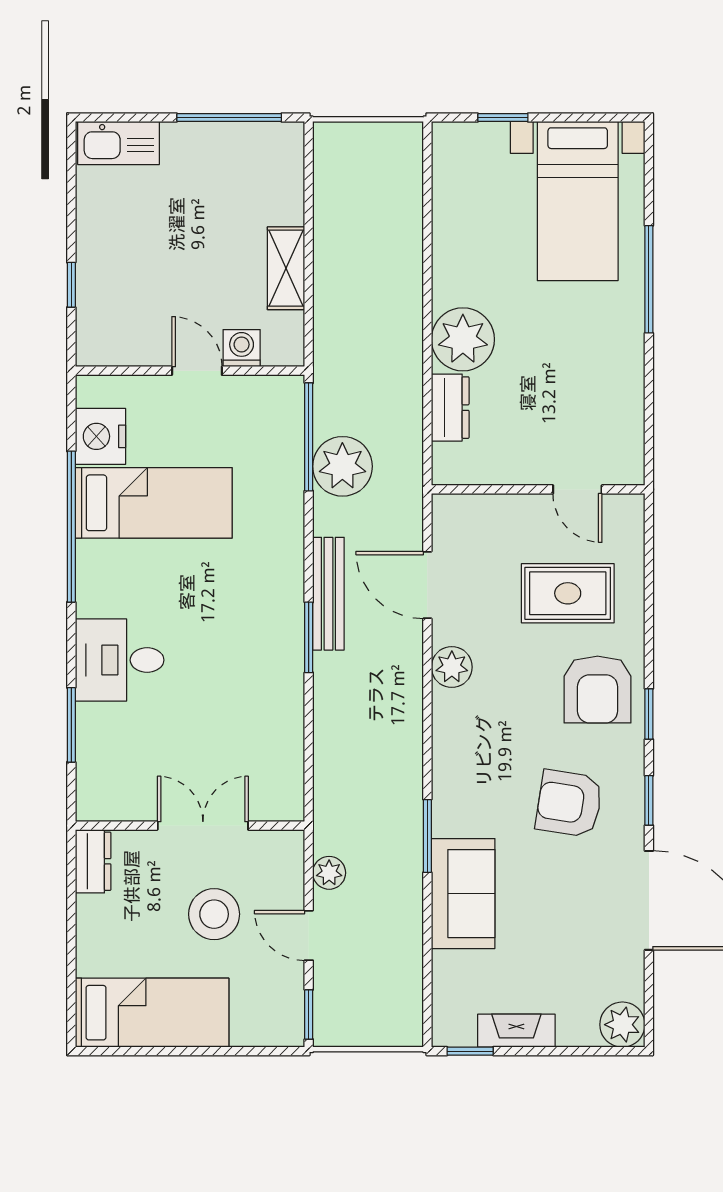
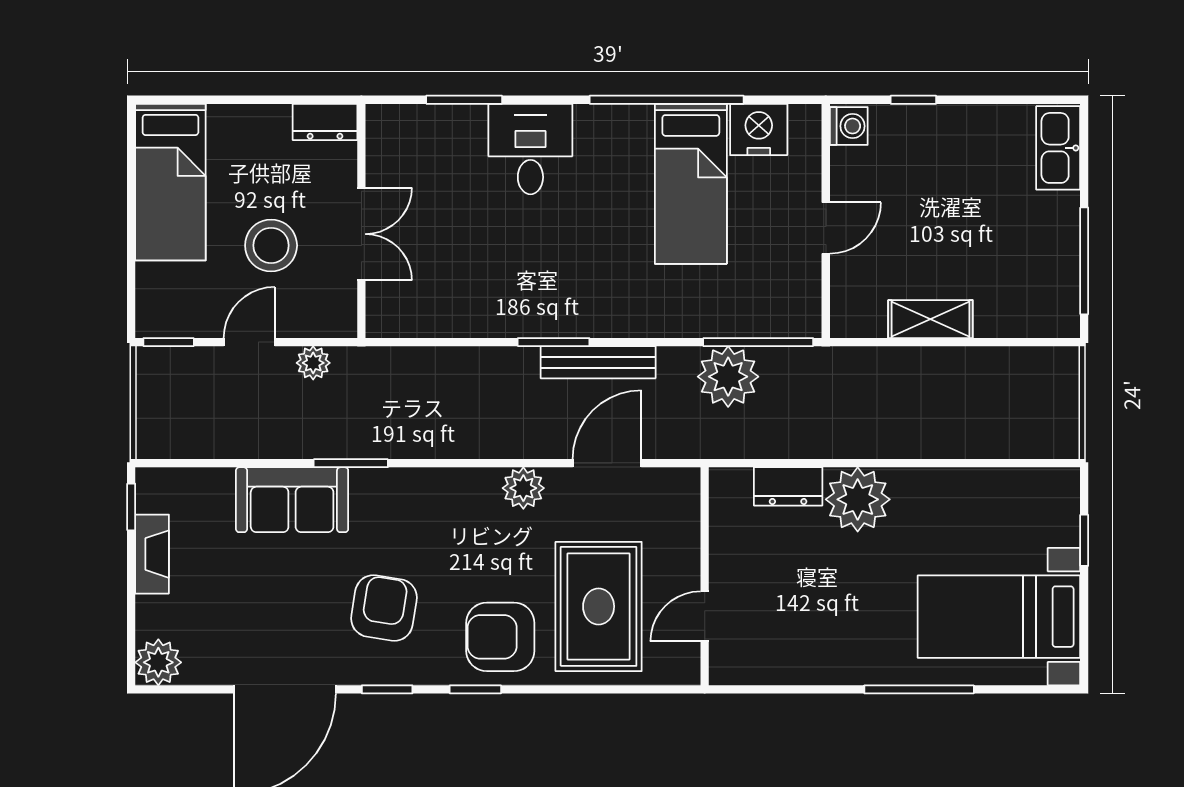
washing machine: (242, 348) -> (849, 126), moved
rug: (568, 593) -> (599, 606), width x1.36, depth x1.43

